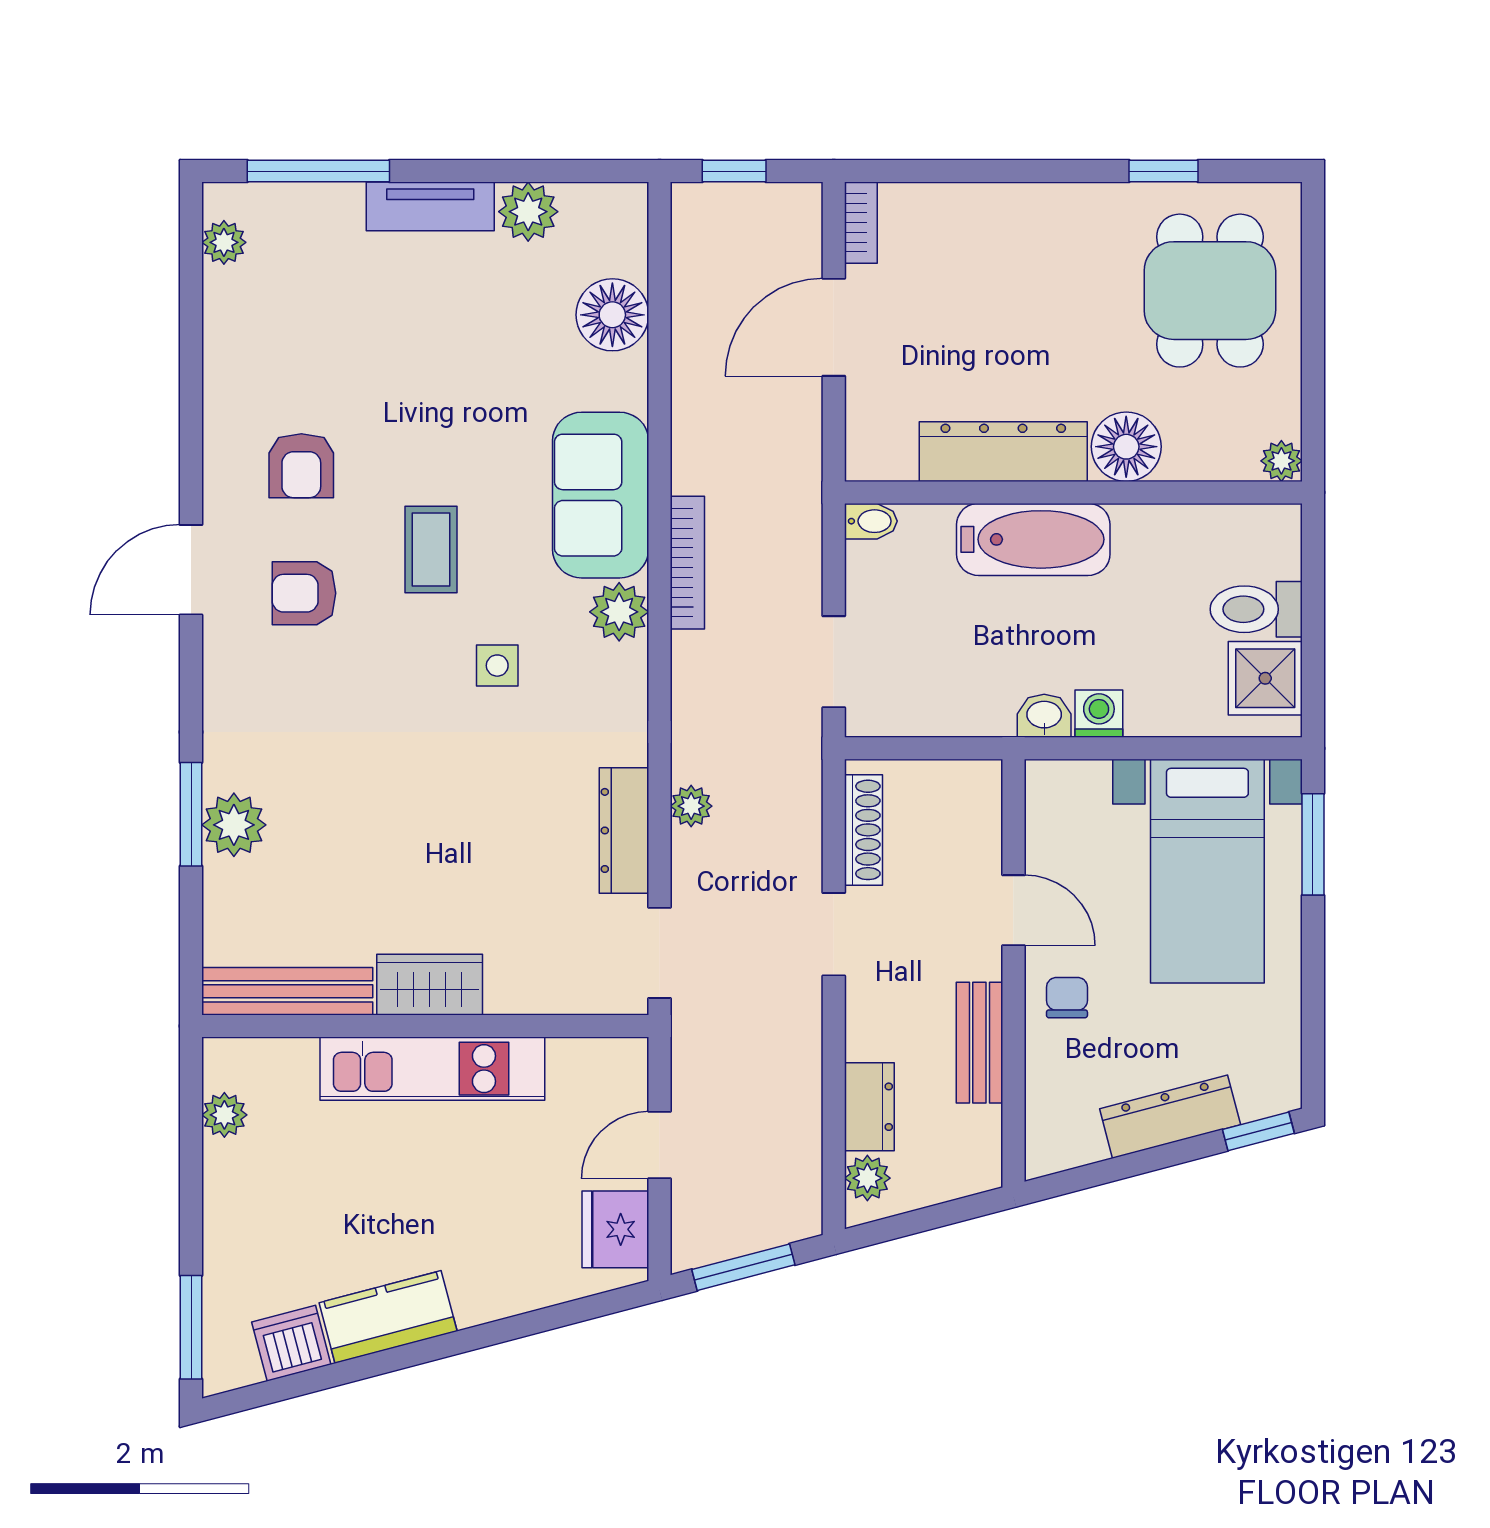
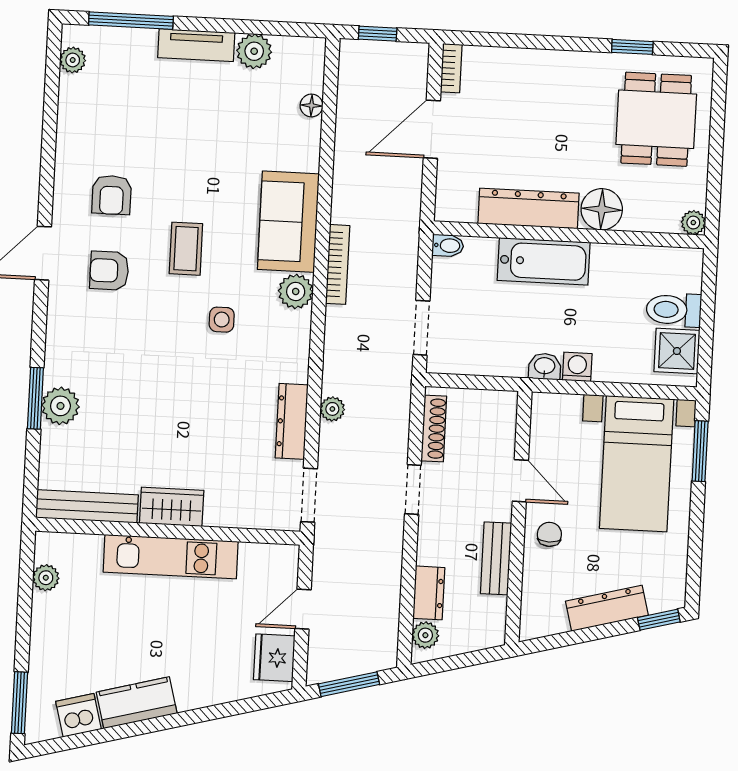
floor lamp: (612, 315) -> (311, 105), width x0.53, depth x0.53

